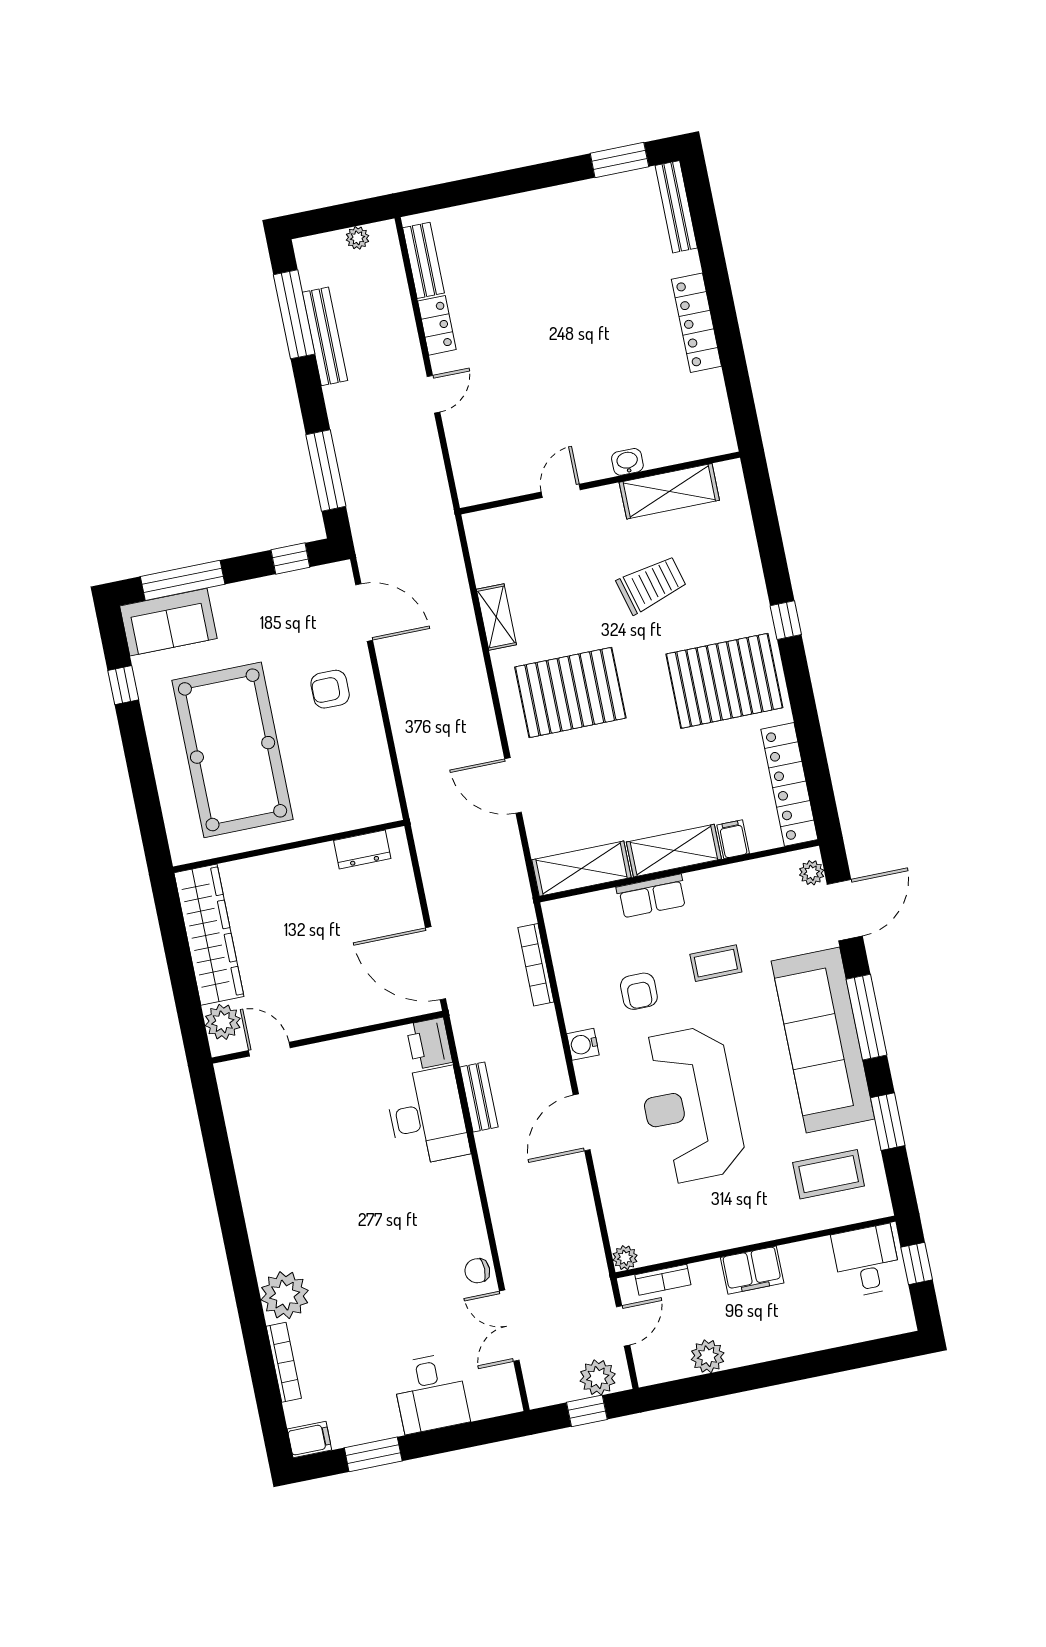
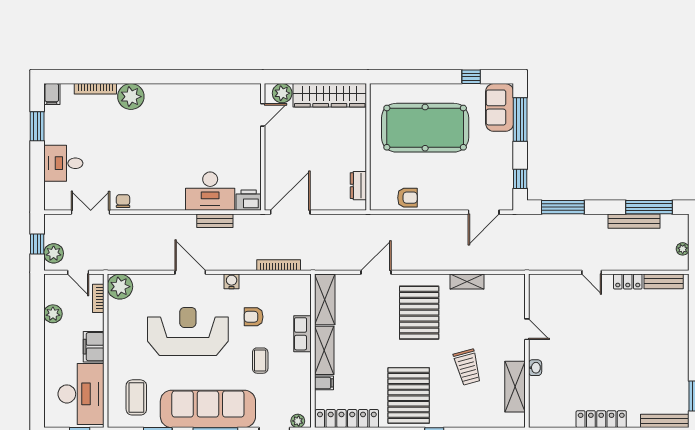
armchair: (330, 689) -> (407, 198), moved, turned 90
plant: (625, 1258) -> (120, 287), width x1.88, depth x1.88
desk: (867, 1261) -> (81, 394), width x1.87, depth x1.30

